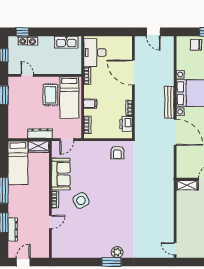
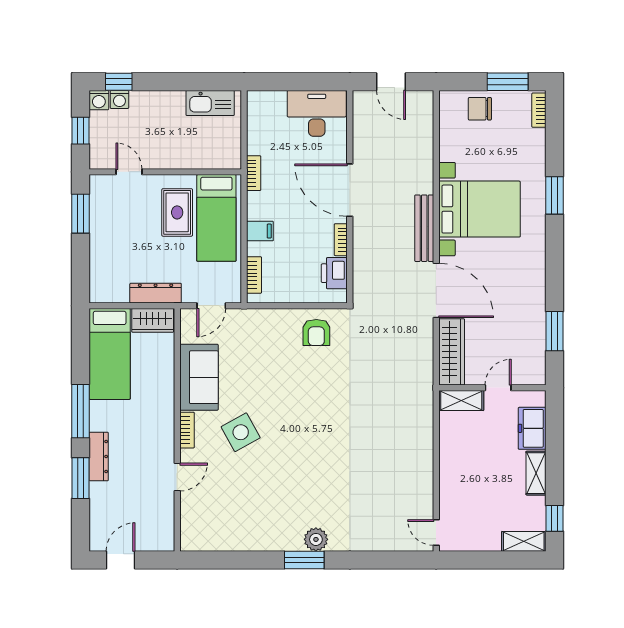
washing machine: (33, 41) -> (99, 100), moved
desk: (95, 52) -> (317, 113), moved, turned 90
door: (133, 73) -> (350, 190), moved
wardrobe: (182, 162) -> (452, 352), added
dresser: (13, 230) -> (99, 456), moved

